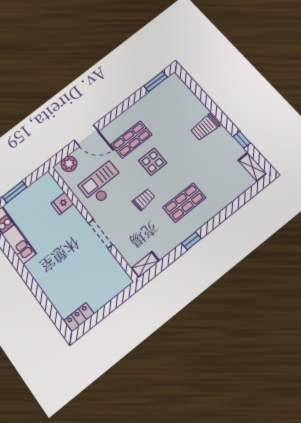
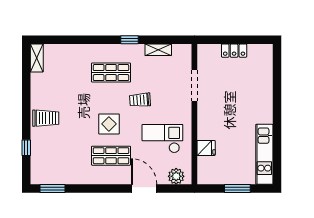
window: (242, 140) -> (26, 148), moved
checkout: (102, 184) -> (162, 139), turned 180
doorway: (101, 234) -> (194, 85), moved
shelving: (145, 265) -> (158, 50), moved
locker: (79, 317) -> (234, 51), moved

